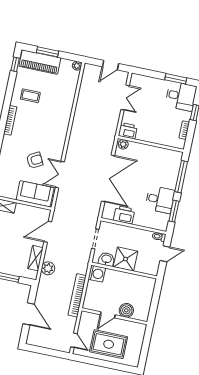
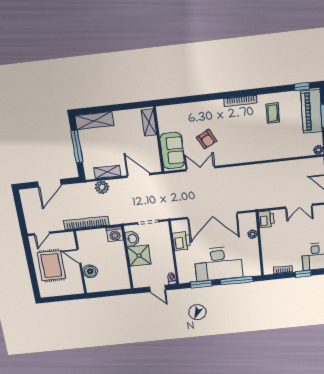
plant: (123, 144) -> (253, 234), moved
desk: (160, 200) -> (218, 264), width x1.87, depth x1.30

